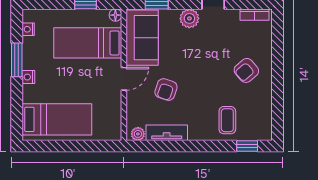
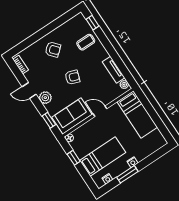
bed: (88, 43) -> (103, 157), moved, turned -90
armchair: (166, 90) -> (72, 77), moved
bed: (57, 119) -> (137, 115), moved, turned 180

